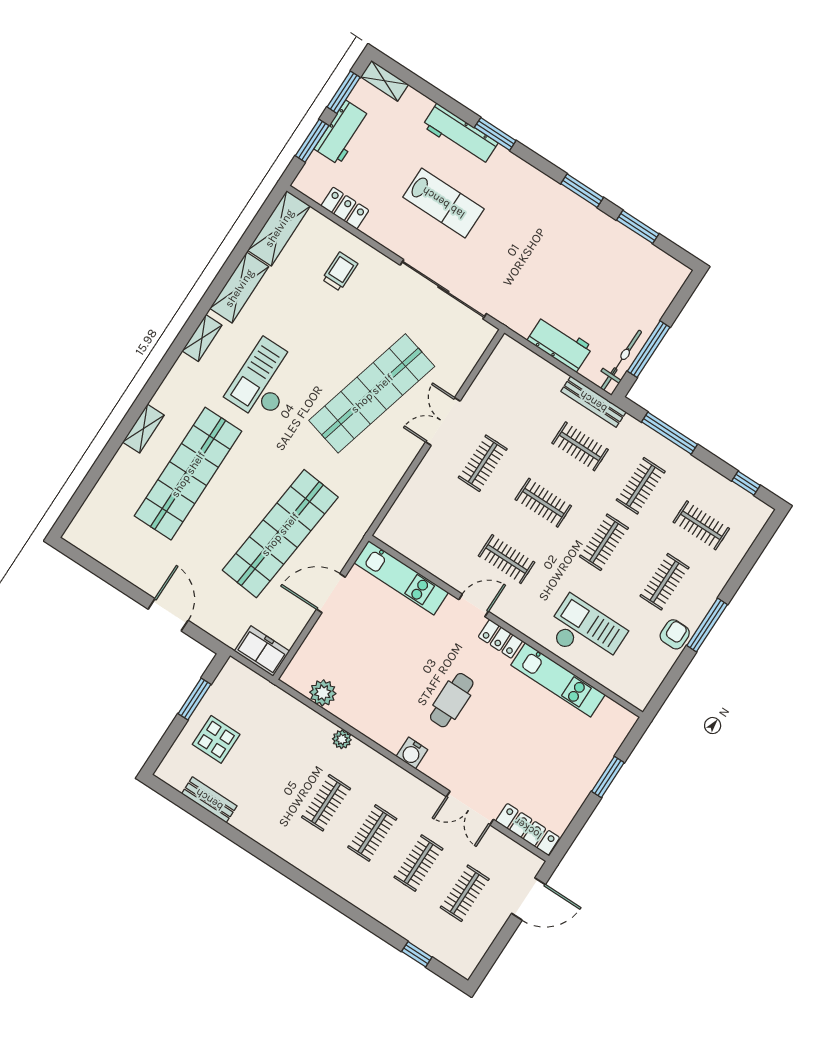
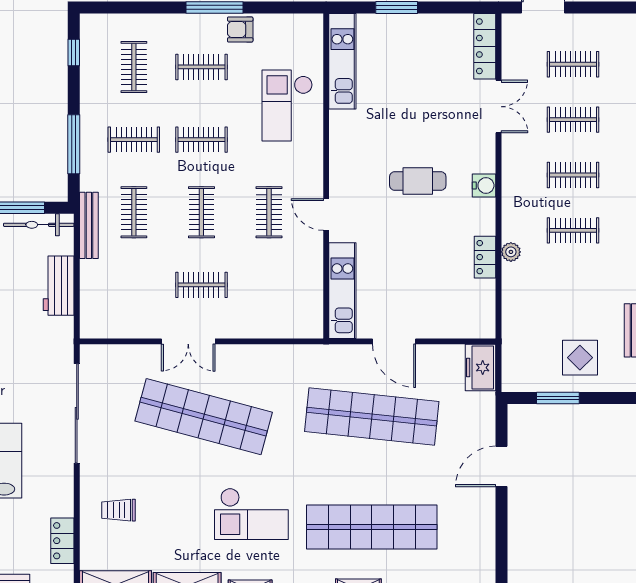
locker: (500, 639) -> (485, 257), moved, turned 180
kitchen unit: (558, 680) -> (342, 61), moved
plant: (323, 693) -> (482, 293), removed

